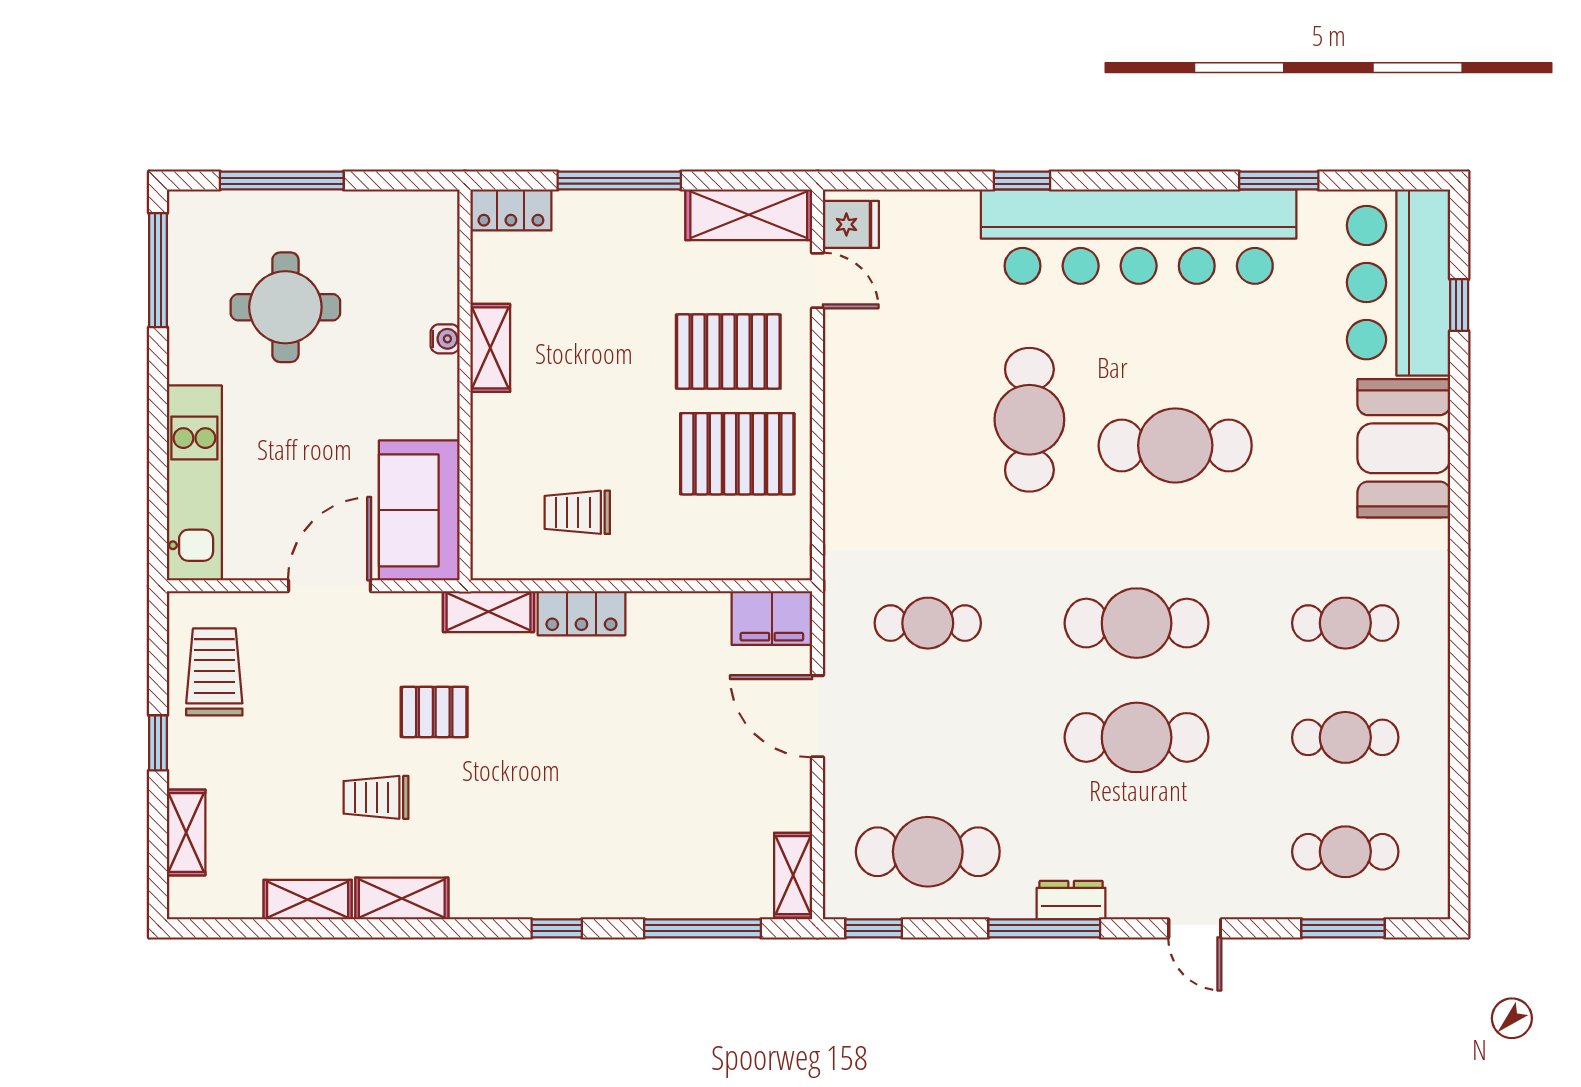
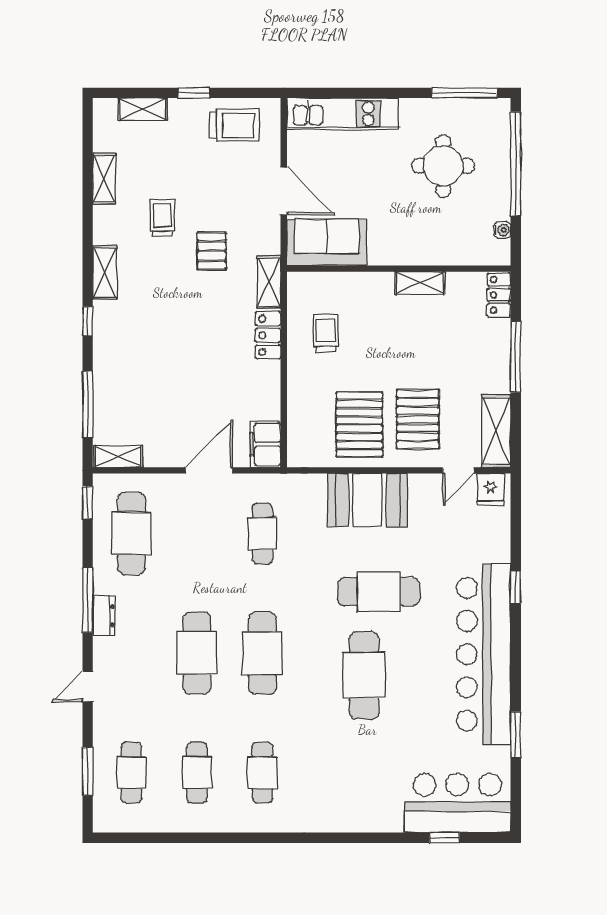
window: (282, 181) -> (516, 164), width x1.46
water cooler: (445, 339) -> (502, 230), moved, turned -90
booth: (1404, 448) -> (367, 500), moved
shelving: (402, 899) -> (105, 273), moved

